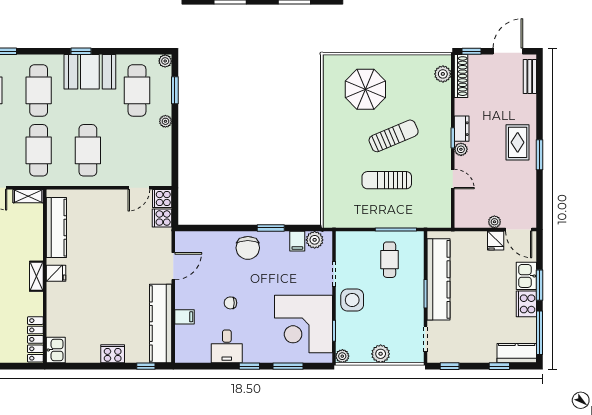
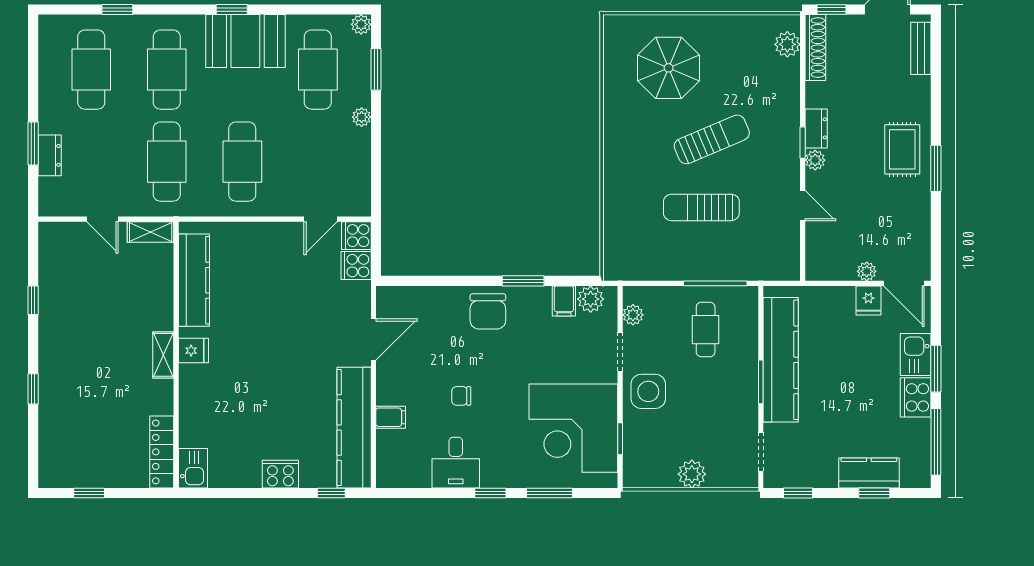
kitchen counter: (517, 353) -> (869, 473), moved
plant: (342, 356) -> (633, 315), moved

